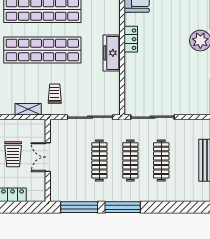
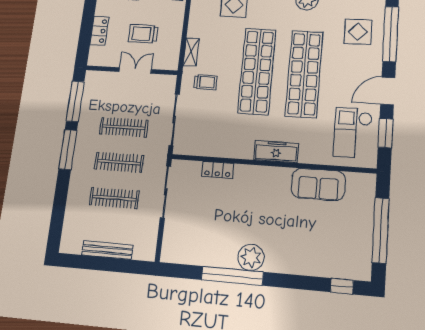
locker: (131, 39) -> (218, 170), moved
freezer: (112, 53) -> (276, 152), moved

